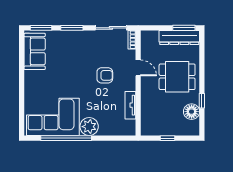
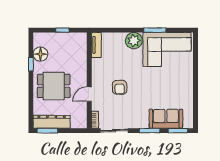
sofa: (35, 51) -> (166, 119), moved, turned 90
door: (138, 68) -> (89, 94), hinge flipped
armchair: (105, 75) -> (120, 87), turned -91
tv unit: (130, 105) -> (96, 45), moved
window: (66, 138) -> (155, 30), width x0.47

